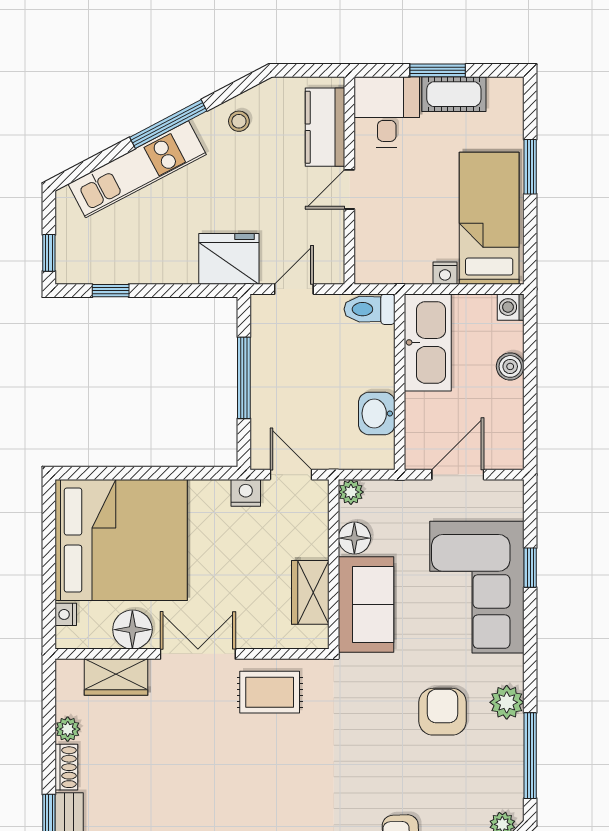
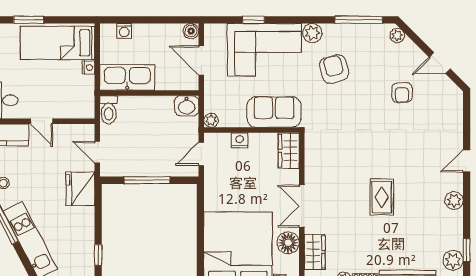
washing machine: (511, 307) -> (124, 31), moved
boiler: (510, 366) -> (191, 31), moved
washbasin: (377, 413) -> (187, 106), moved
nightstand: (246, 493) -> (240, 140), moved, turned 90
floor lamp: (354, 538) -> (237, 118), removed
wardrobe: (310, 592) -> (289, 151), moved, turned 90
rug: (270, 692) -> (382, 197), moved
plant: (507, 702) -> (312, 33), moved
armchair: (443, 712) -> (334, 69), turned 74

